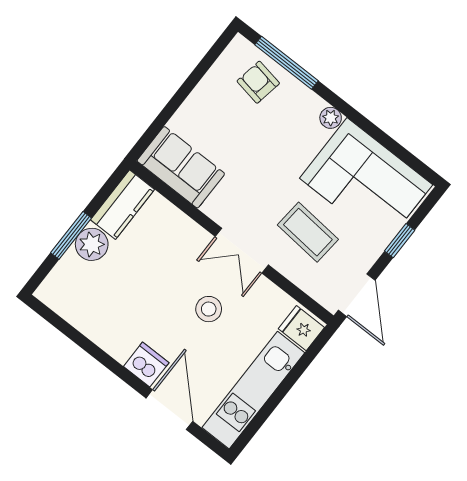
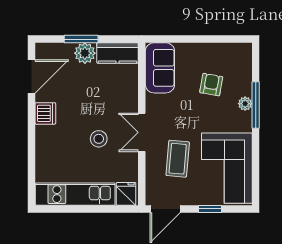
window: (287, 63) -> (256, 105), moved
armchair: (258, 82) -> (211, 85), moved
plant: (331, 118) -> (245, 104), moved
dishwasher: (146, 365) -> (45, 113), moved
door: (169, 410) -> (32, 76), moved

